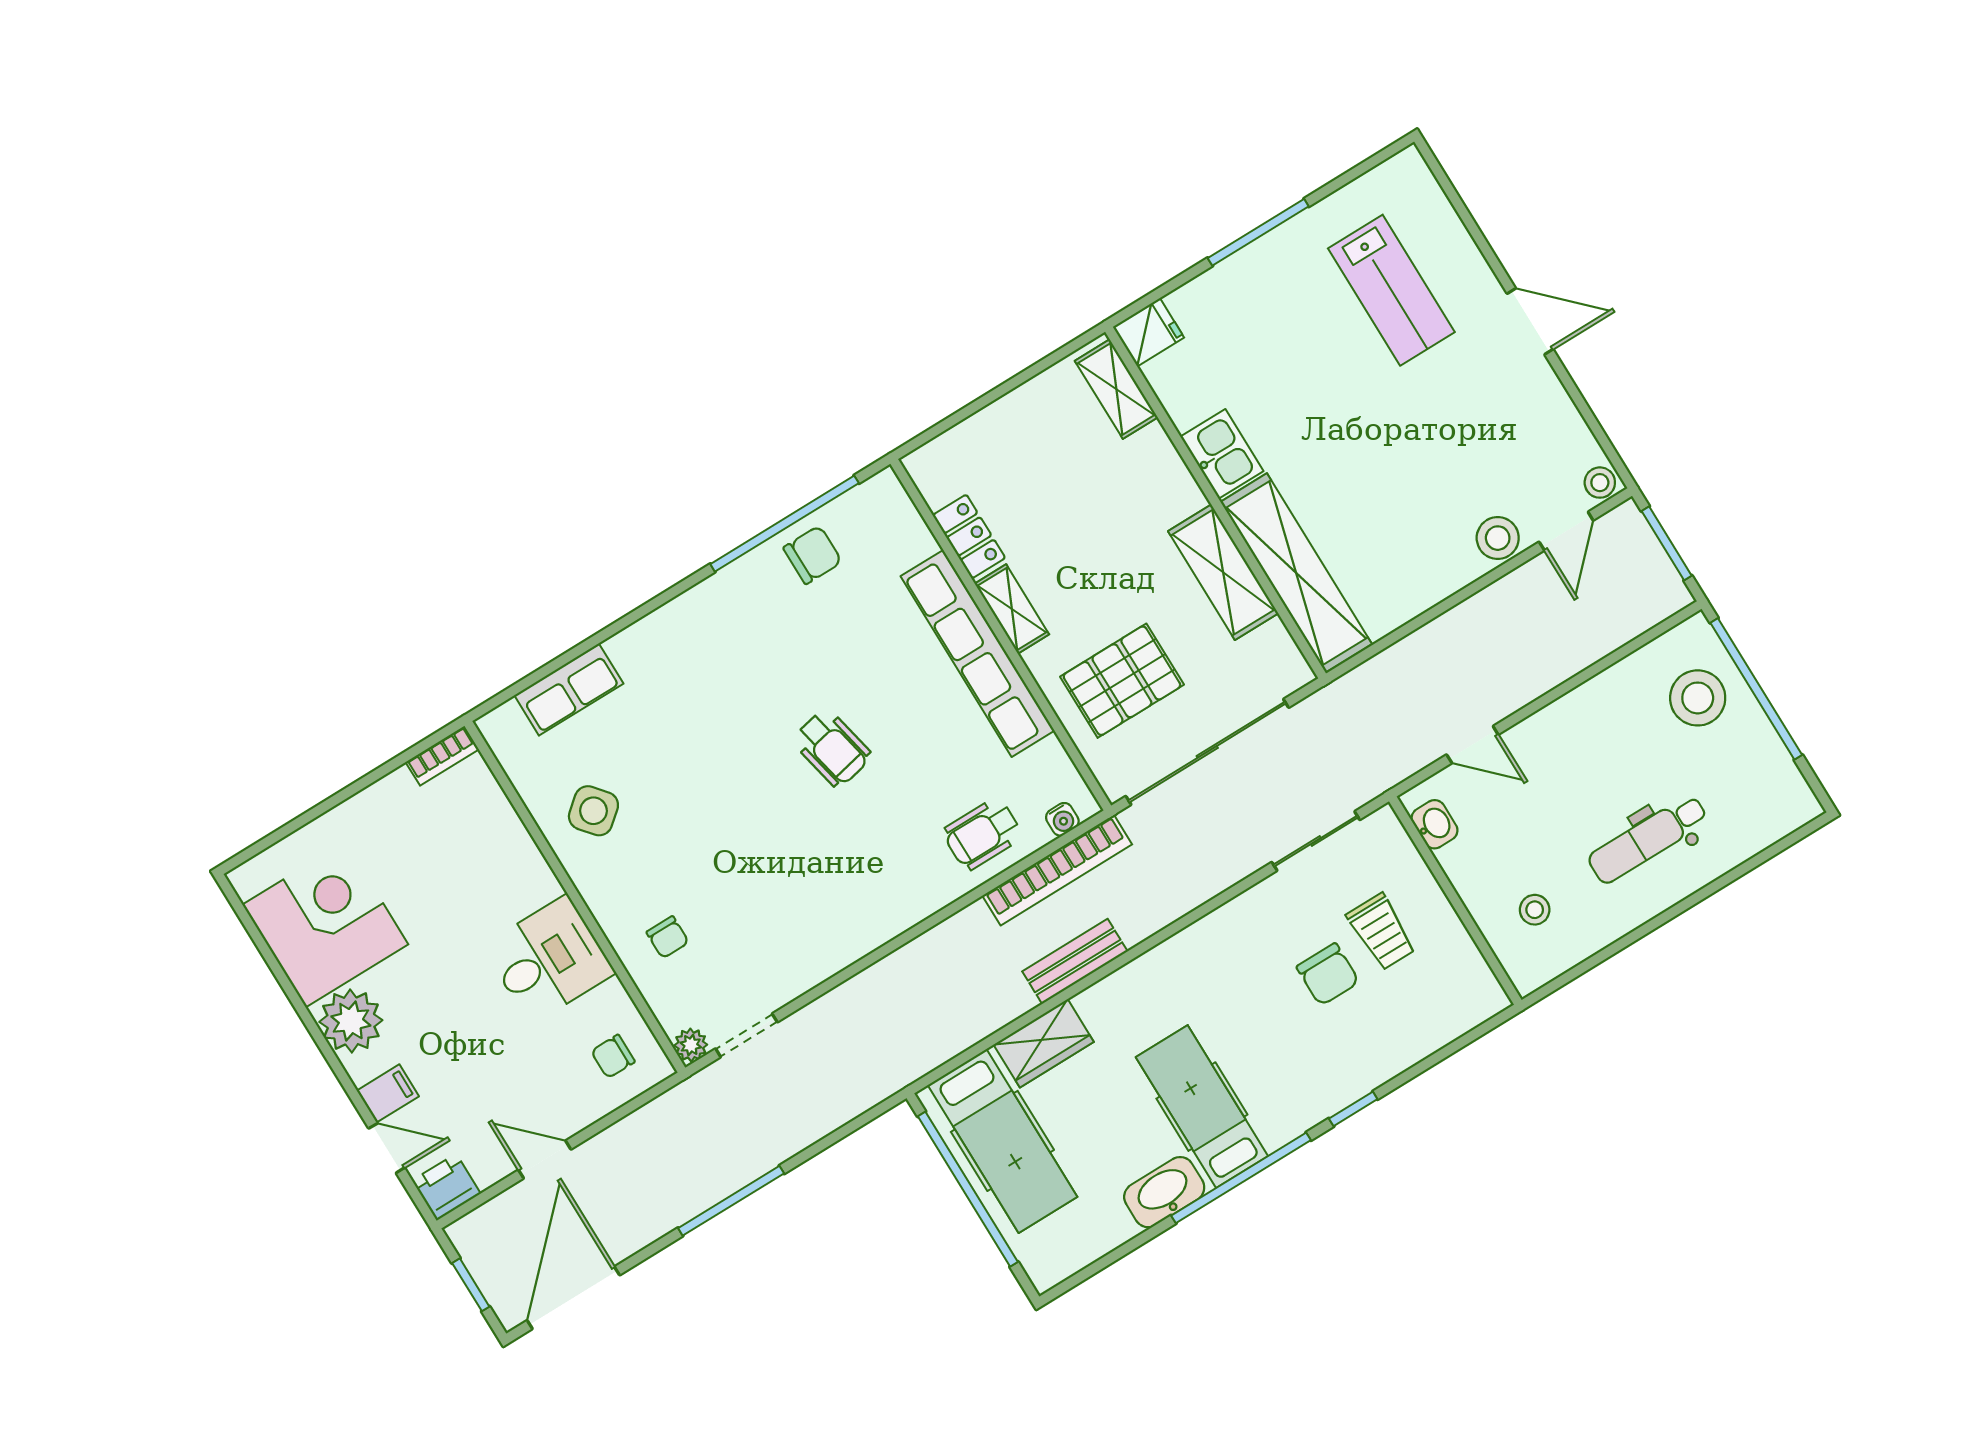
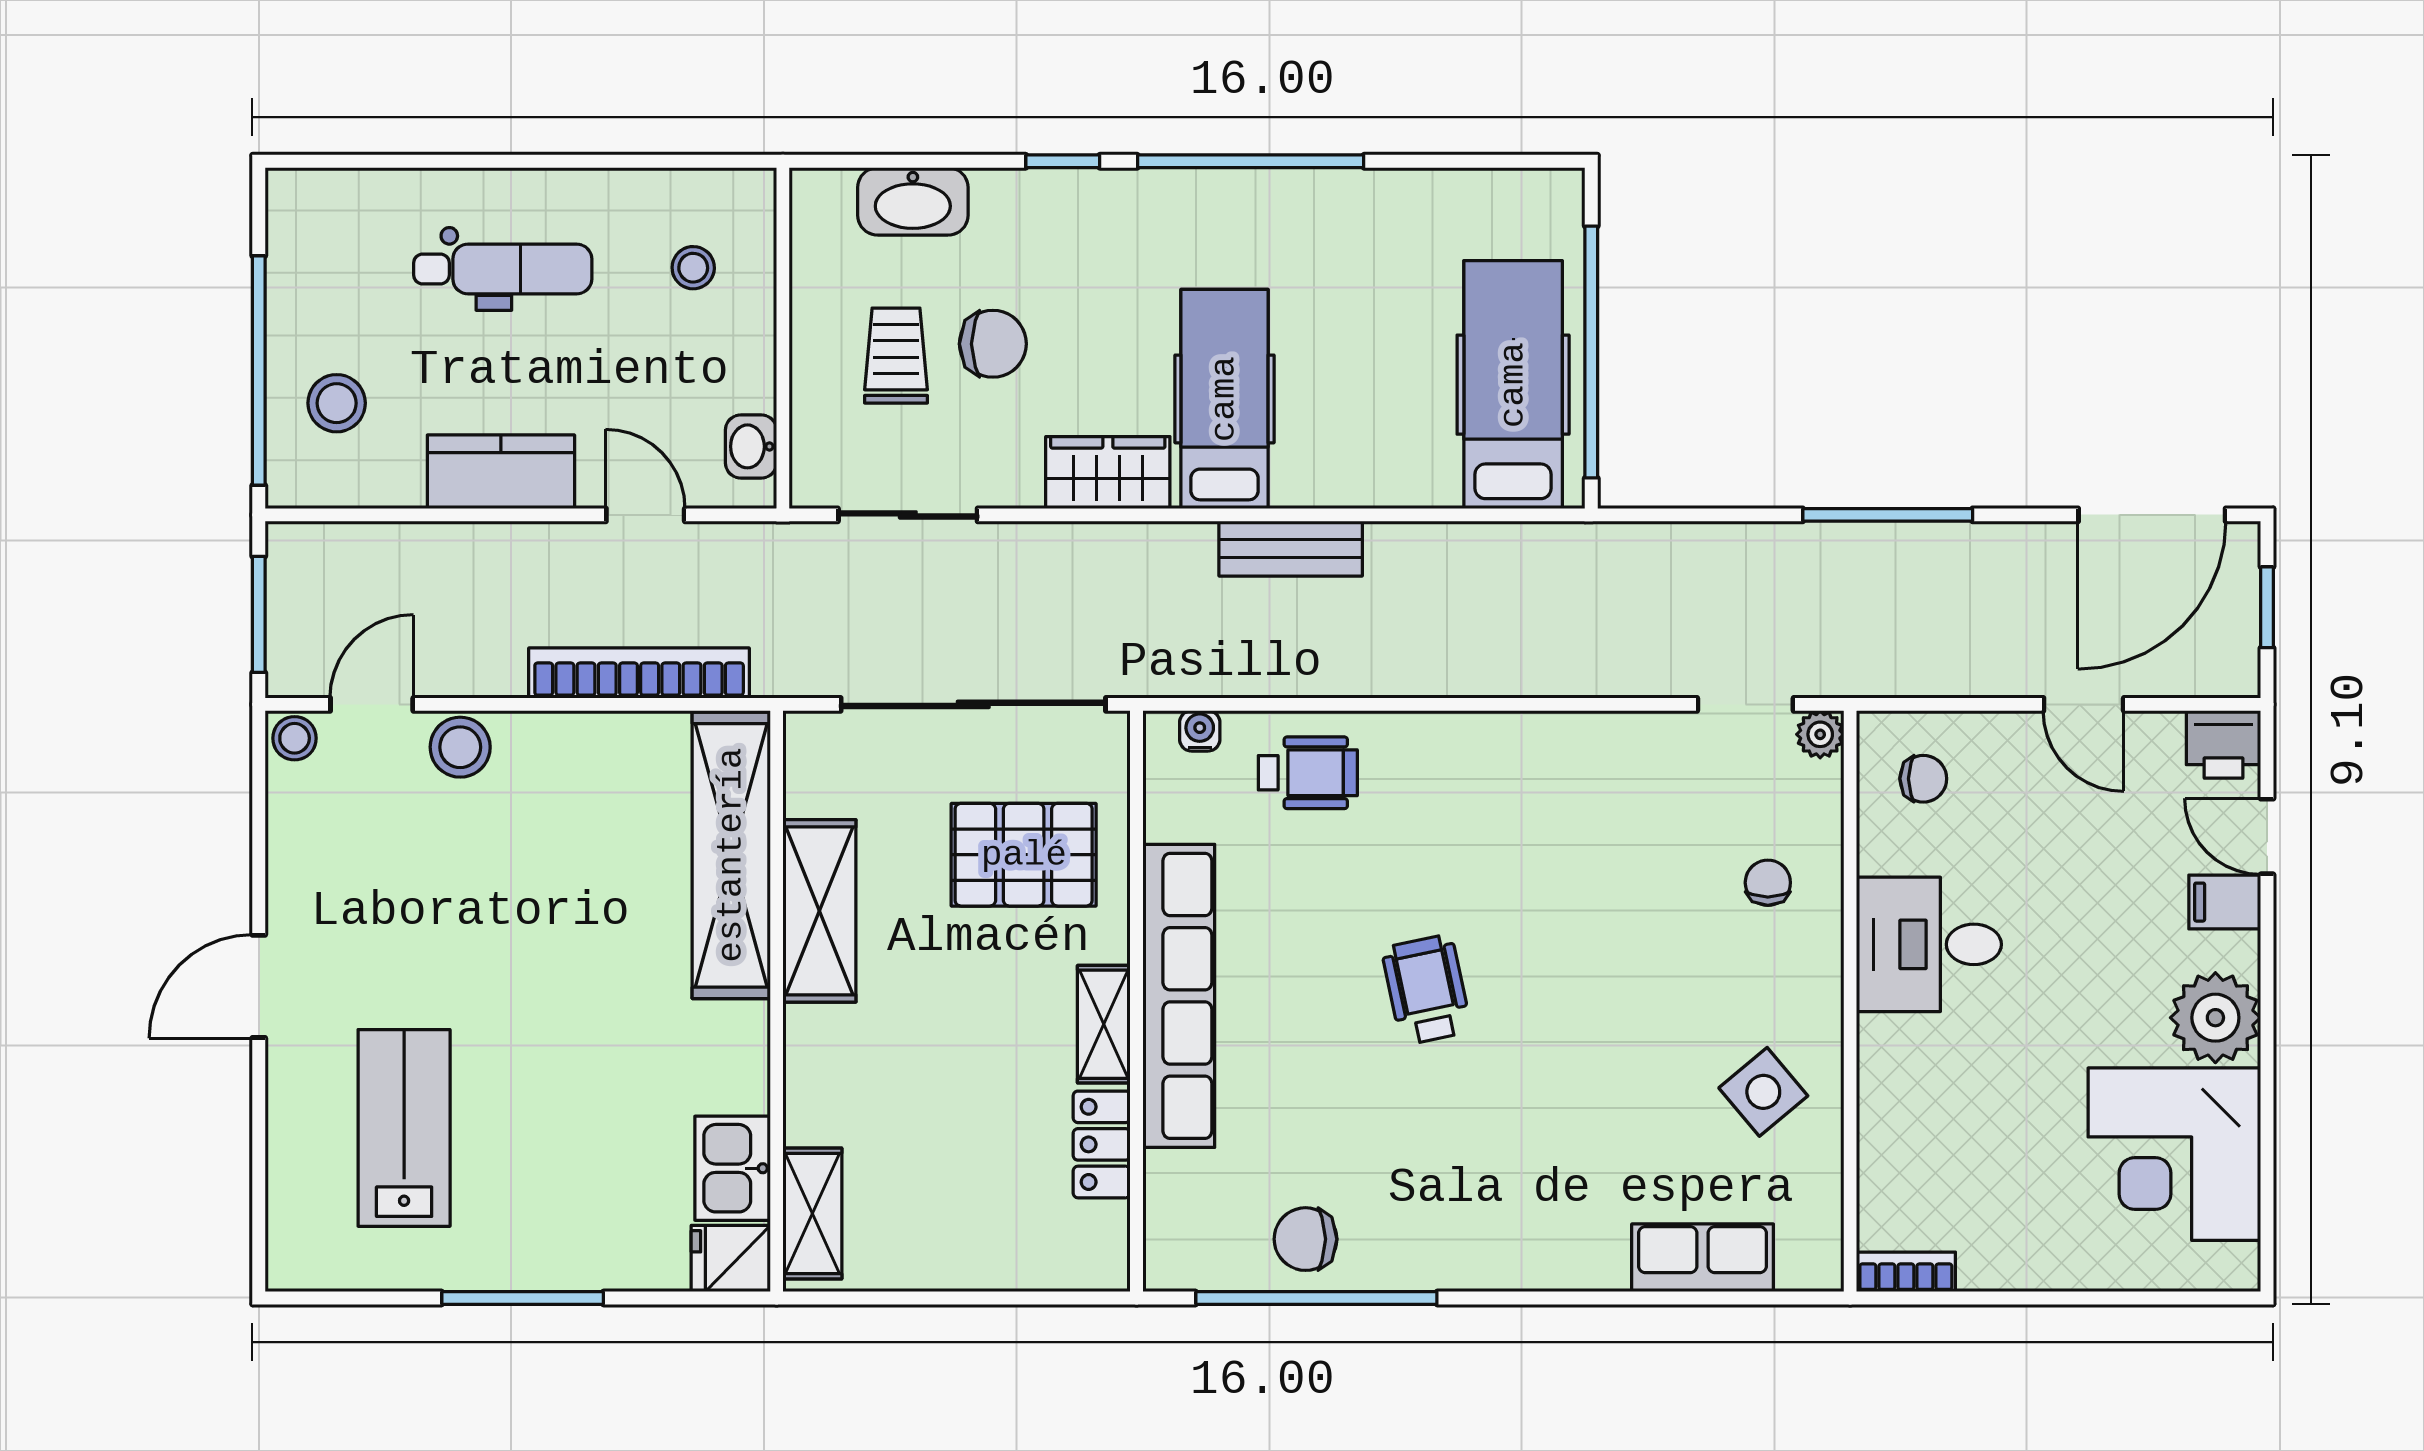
door: (1530, 321) -> (259, 986), hinge flipped
kitchen sink: (1222, 454) -> (733, 1168), moved
stool: (1698, 698) -> (337, 403), width x0.73, depth x0.73
kitchen counter: (1574, 717) -> (501, 472), added
bookcase: (1057, 870) -> (639, 673), moved
chair: (1328, 974) -> (993, 344), turned 90
wardrobe: (1044, 1043) -> (1108, 473), moved
hospital bed: (1202, 1107) -> (1224, 399), moved, turned 180
washbasin: (1164, 1192) -> (913, 201), moved

